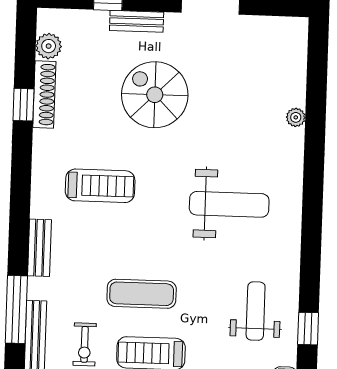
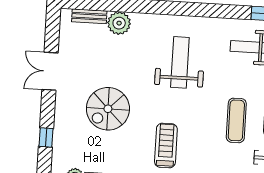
bench: (137, 21) -> (89, 16), moved, turned 90
plant: (296, 117) -> (119, 23), width x1.87, depth x1.87

